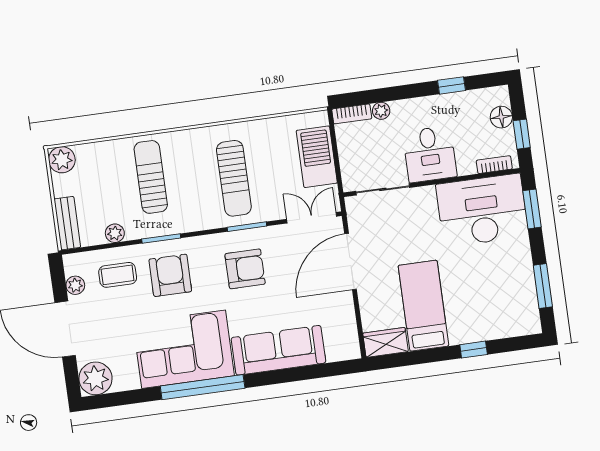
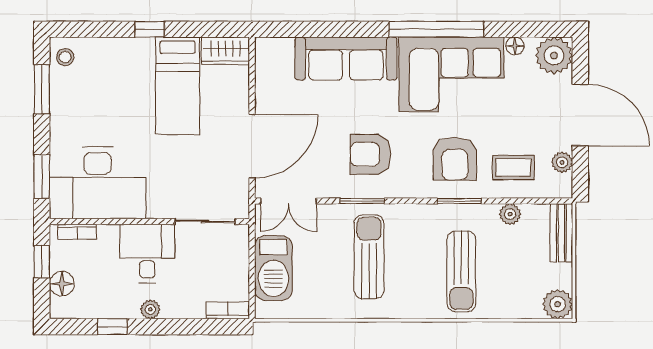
plant: (381, 111) -> (150, 309), moved
stool: (526, 317) -> (65, 57), added
window: (474, 350) -> (150, 29), moved
floor lamp: (131, 382) -> (515, 46), added

